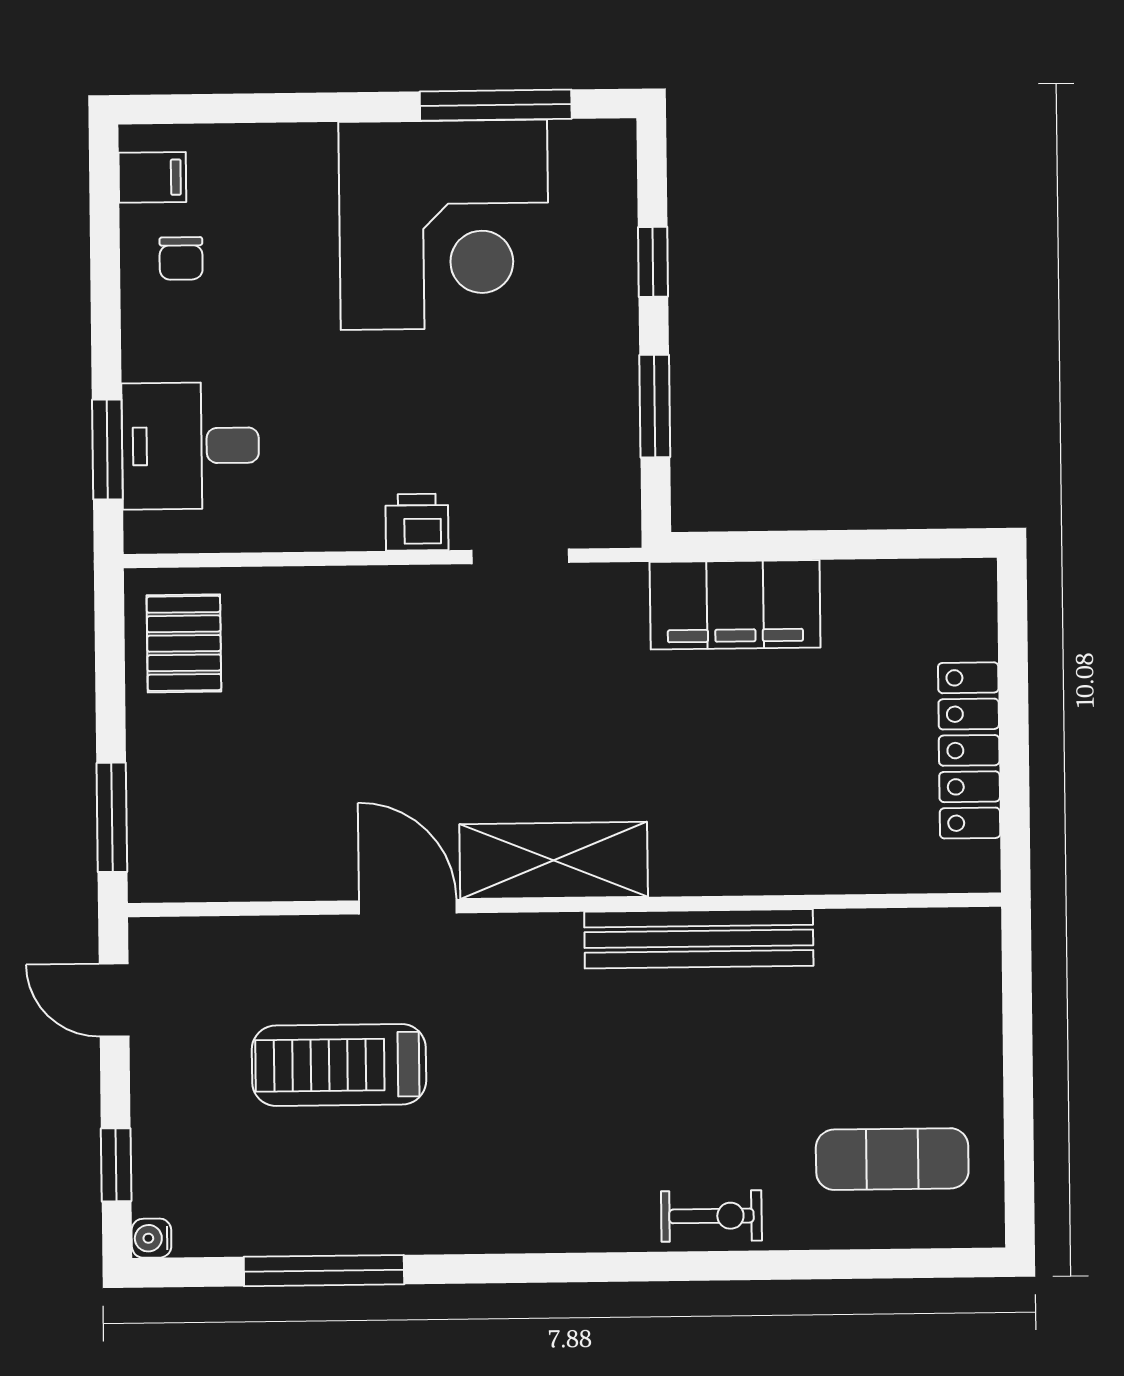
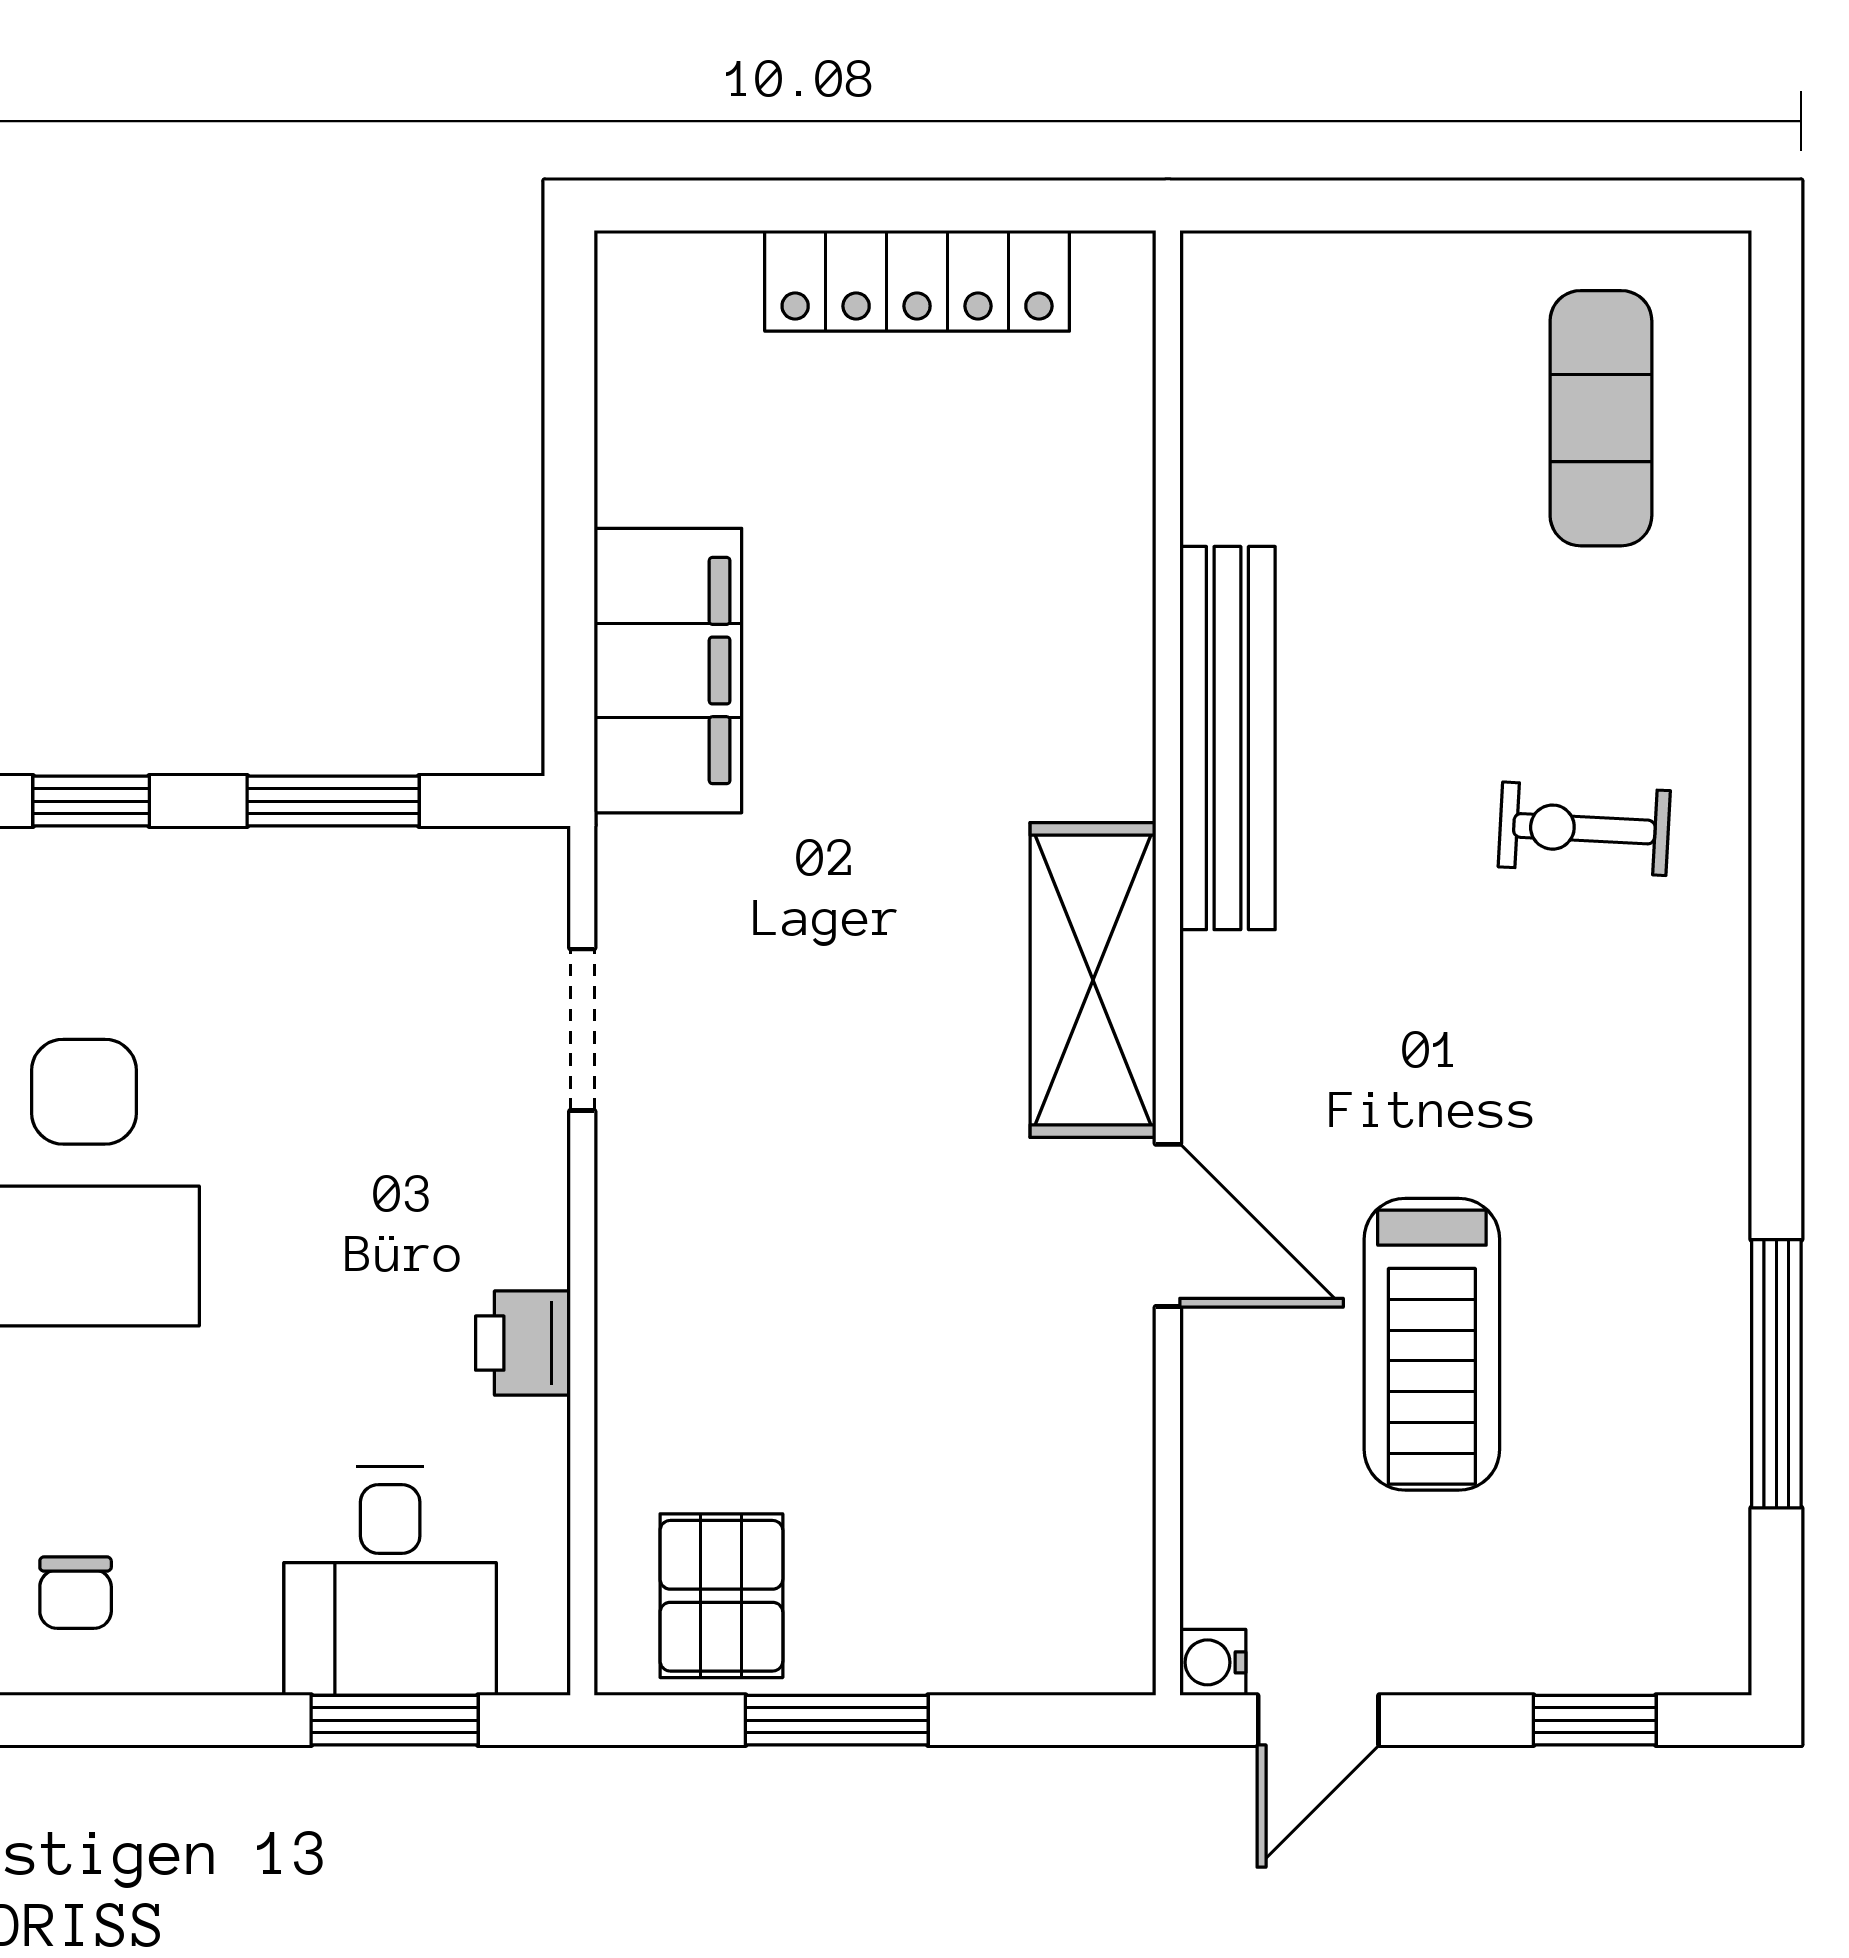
chair: (181, 258) -> (76, 1593), turned 90
printer: (417, 522) -> (523, 1343), moved
pallet: (184, 643) -> (721, 1596), turned 90
window: (112, 817) -> (837, 1720), moved
door: (408, 907) -> (1168, 1225), swing flipped
exercise bike: (711, 1216) -> (1584, 829), moved, turned -87
water cooler: (151, 1238) -> (1213, 1662), moved, turned 90

